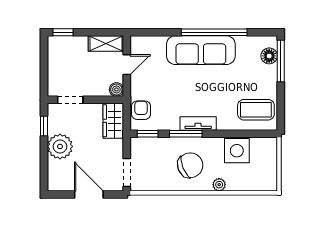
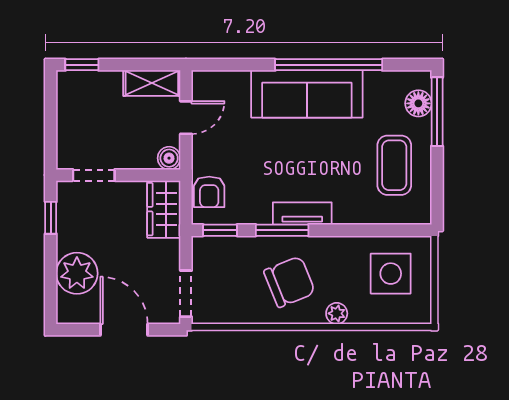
armchair: (141, 110) -> (209, 192), turned 180
coffee table: (256, 110) -> (394, 165), moved, turned 90
plant: (60, 146) -> (77, 273), moved
side table: (237, 151) -> (391, 274), moved

